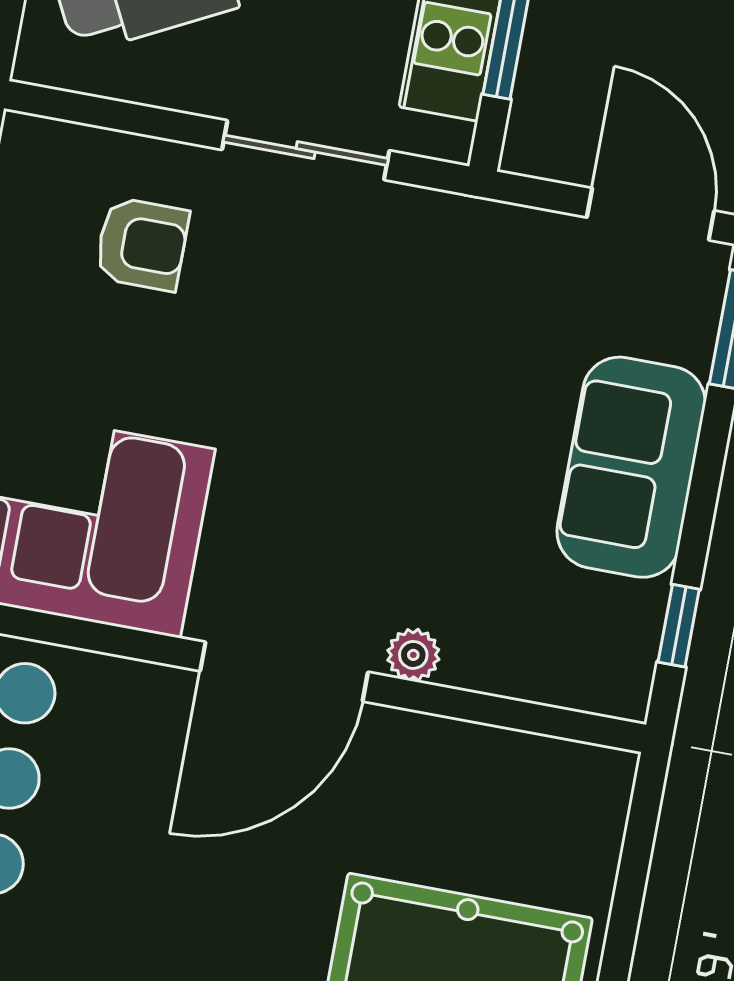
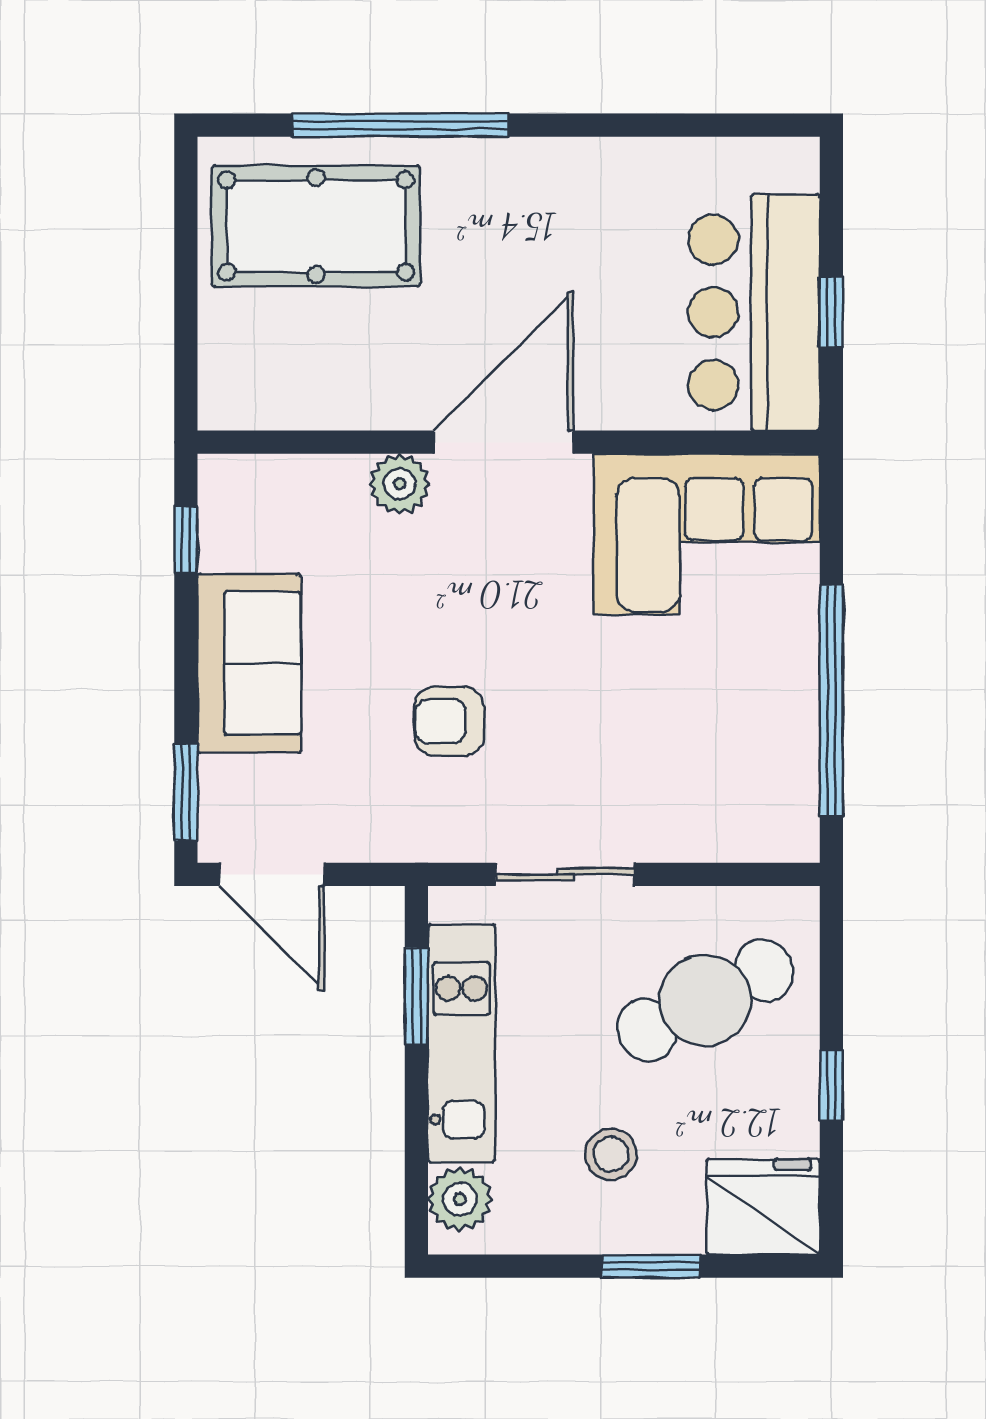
armchair: (142, 244) -> (449, 721), moved
plant: (413, 655) -> (400, 484), width x1.38, depth x1.38

